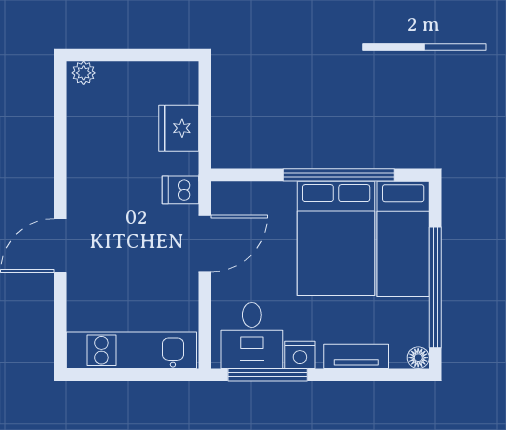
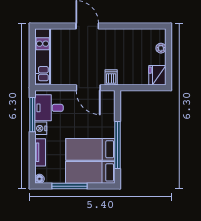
plant: (84, 73) -> (161, 48), moved
fridge: (179, 128) -> (157, 75), moved, turned -90
bed: (336, 238) -> (90, 149), width x0.67
window: (435, 287) -> (69, 186), width x0.68

